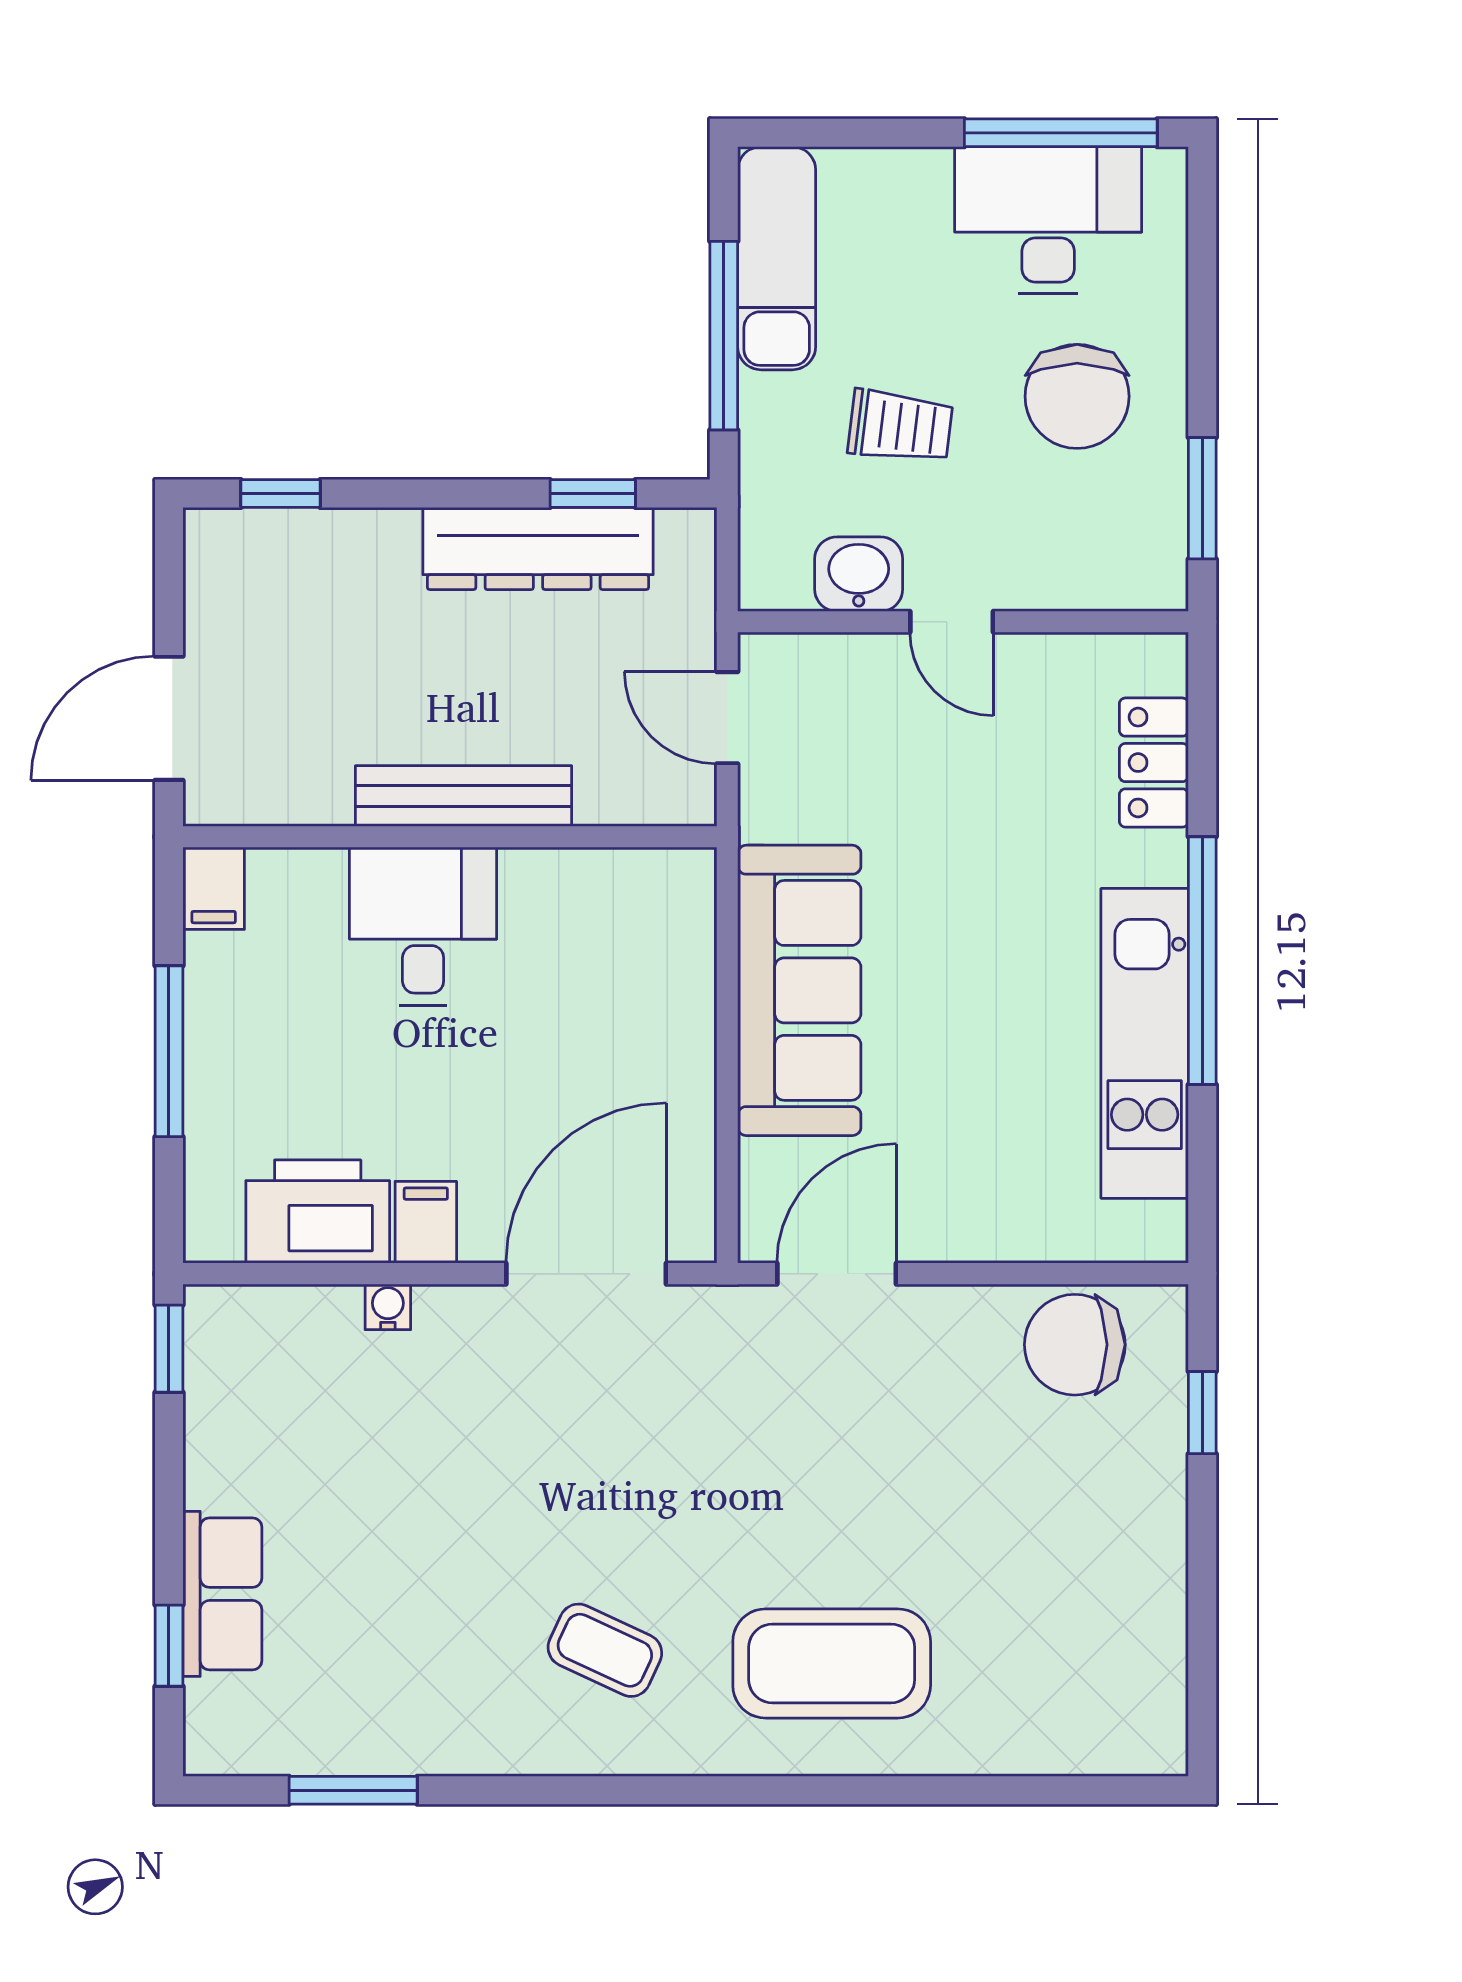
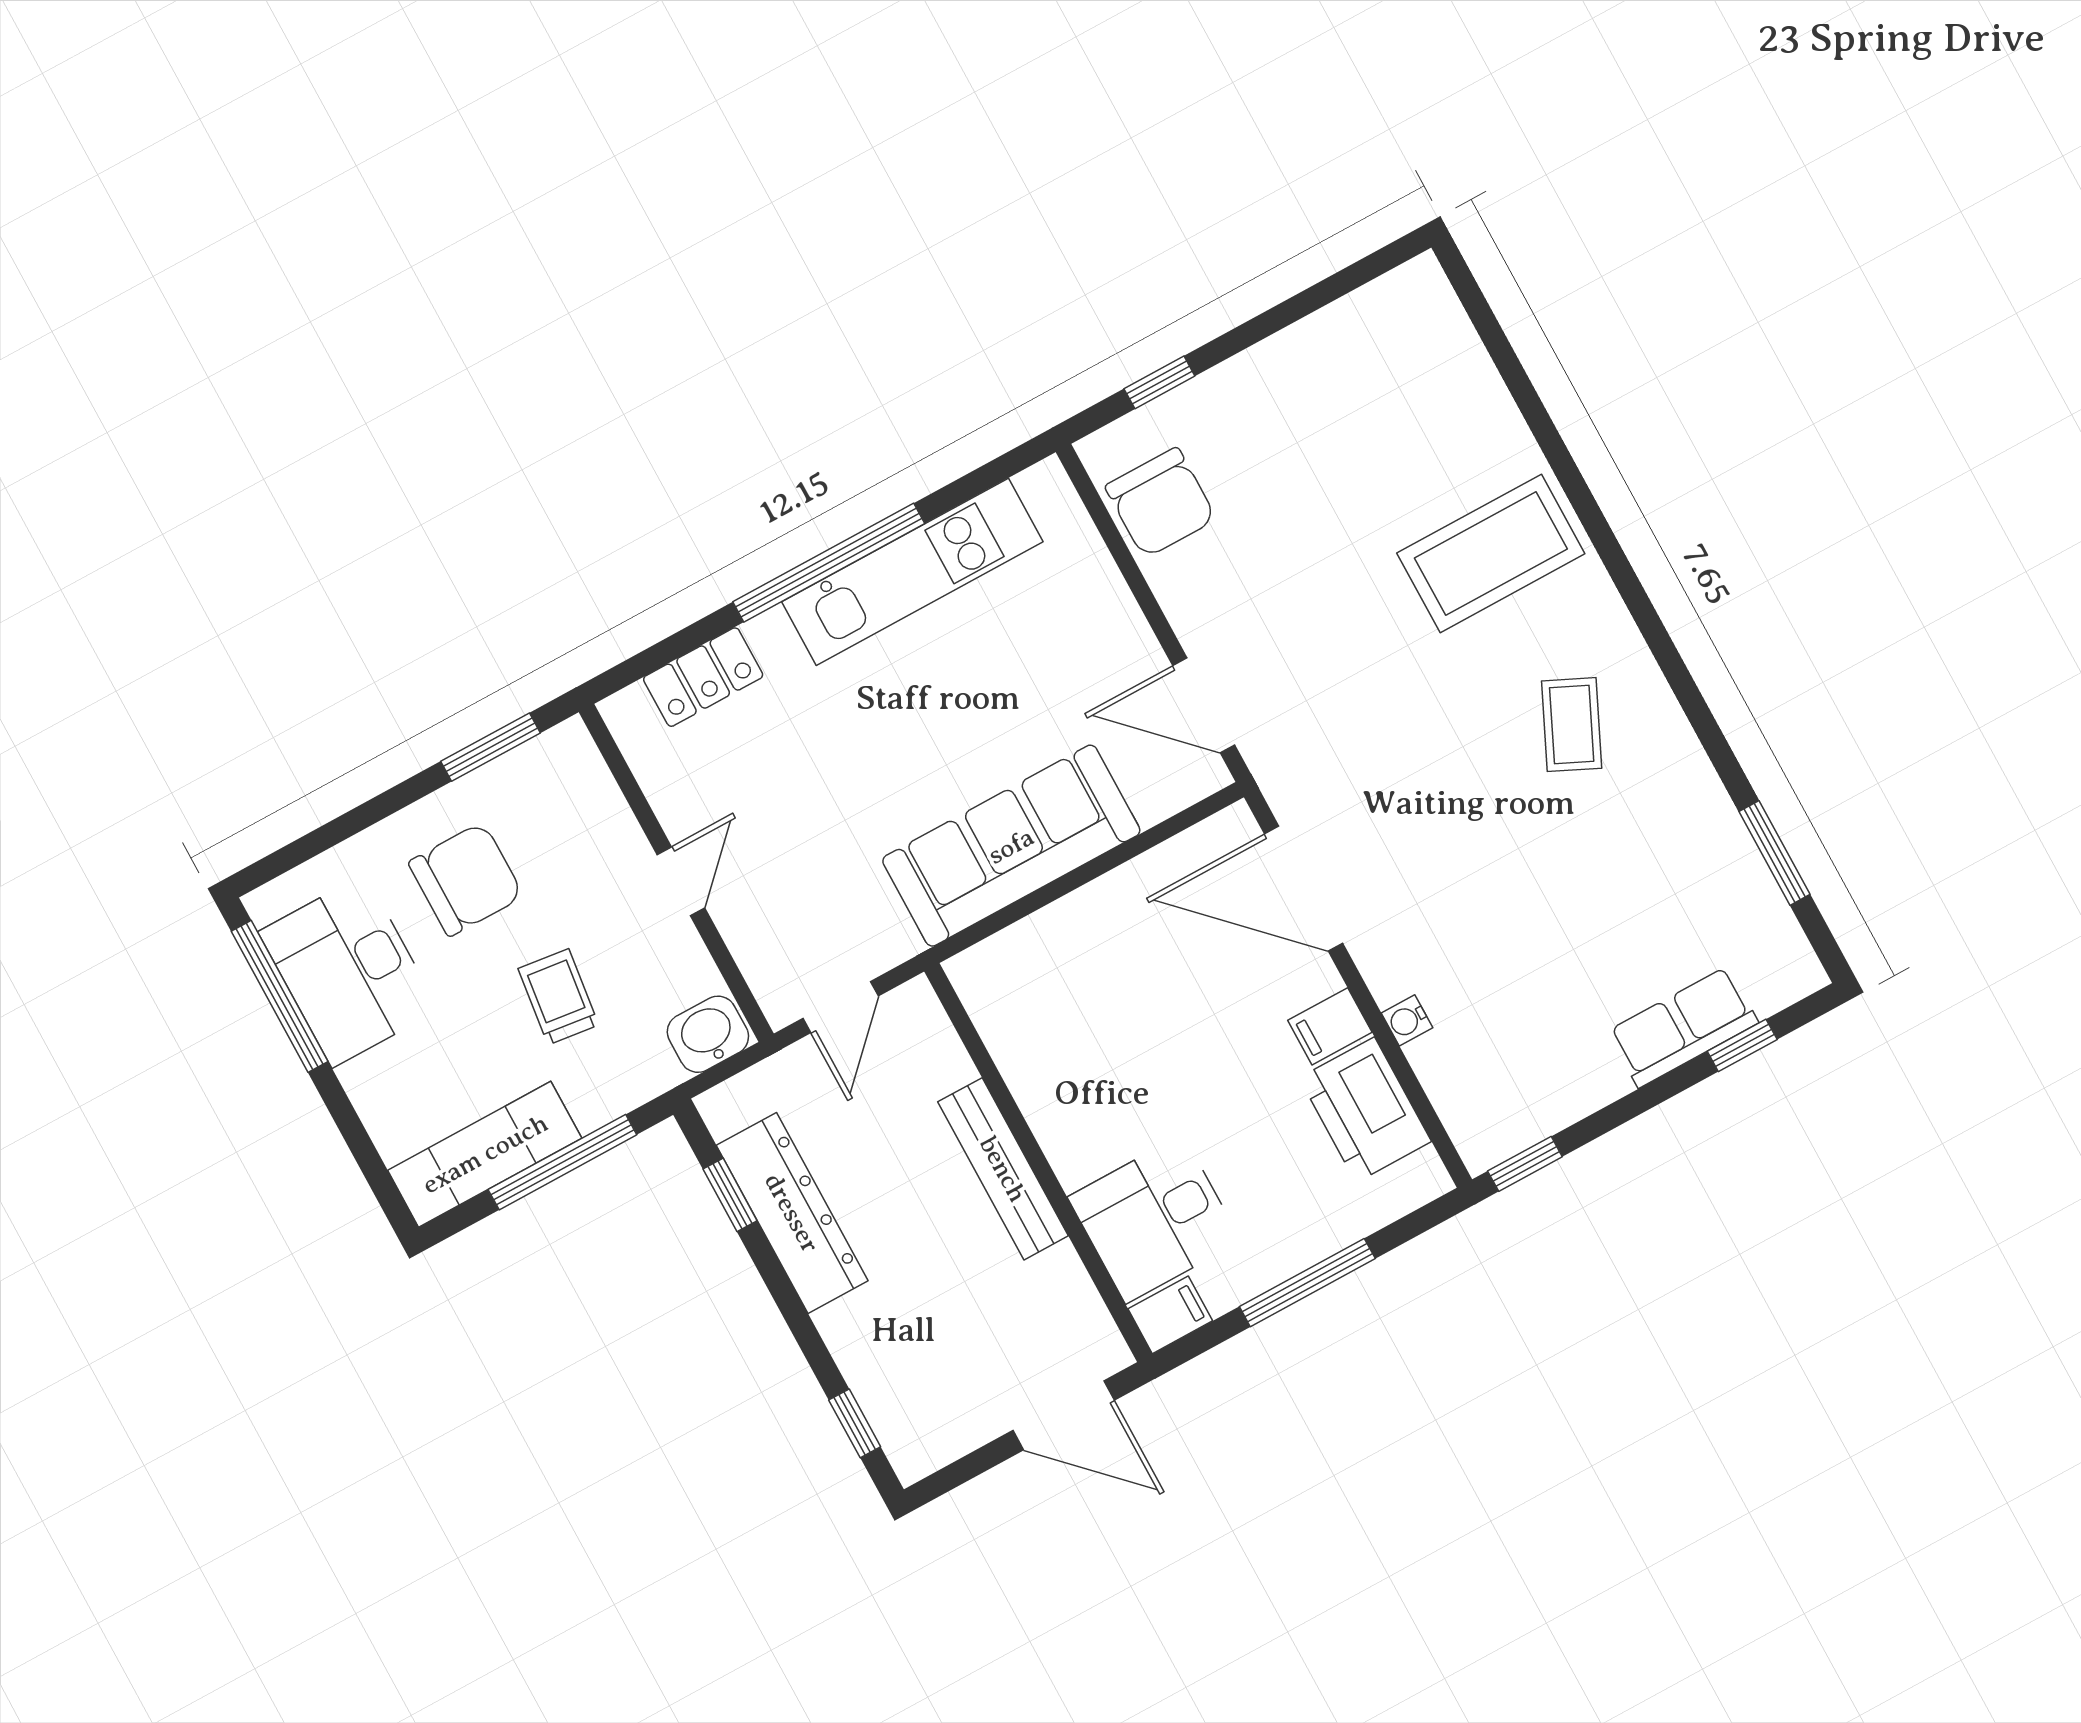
washbasin: (859, 574) -> (708, 1034), moved, turned 90
desk: (423, 926) -> (1154, 1219), moved
coffee table: (832, 1663) -> (1491, 553), turned 90

